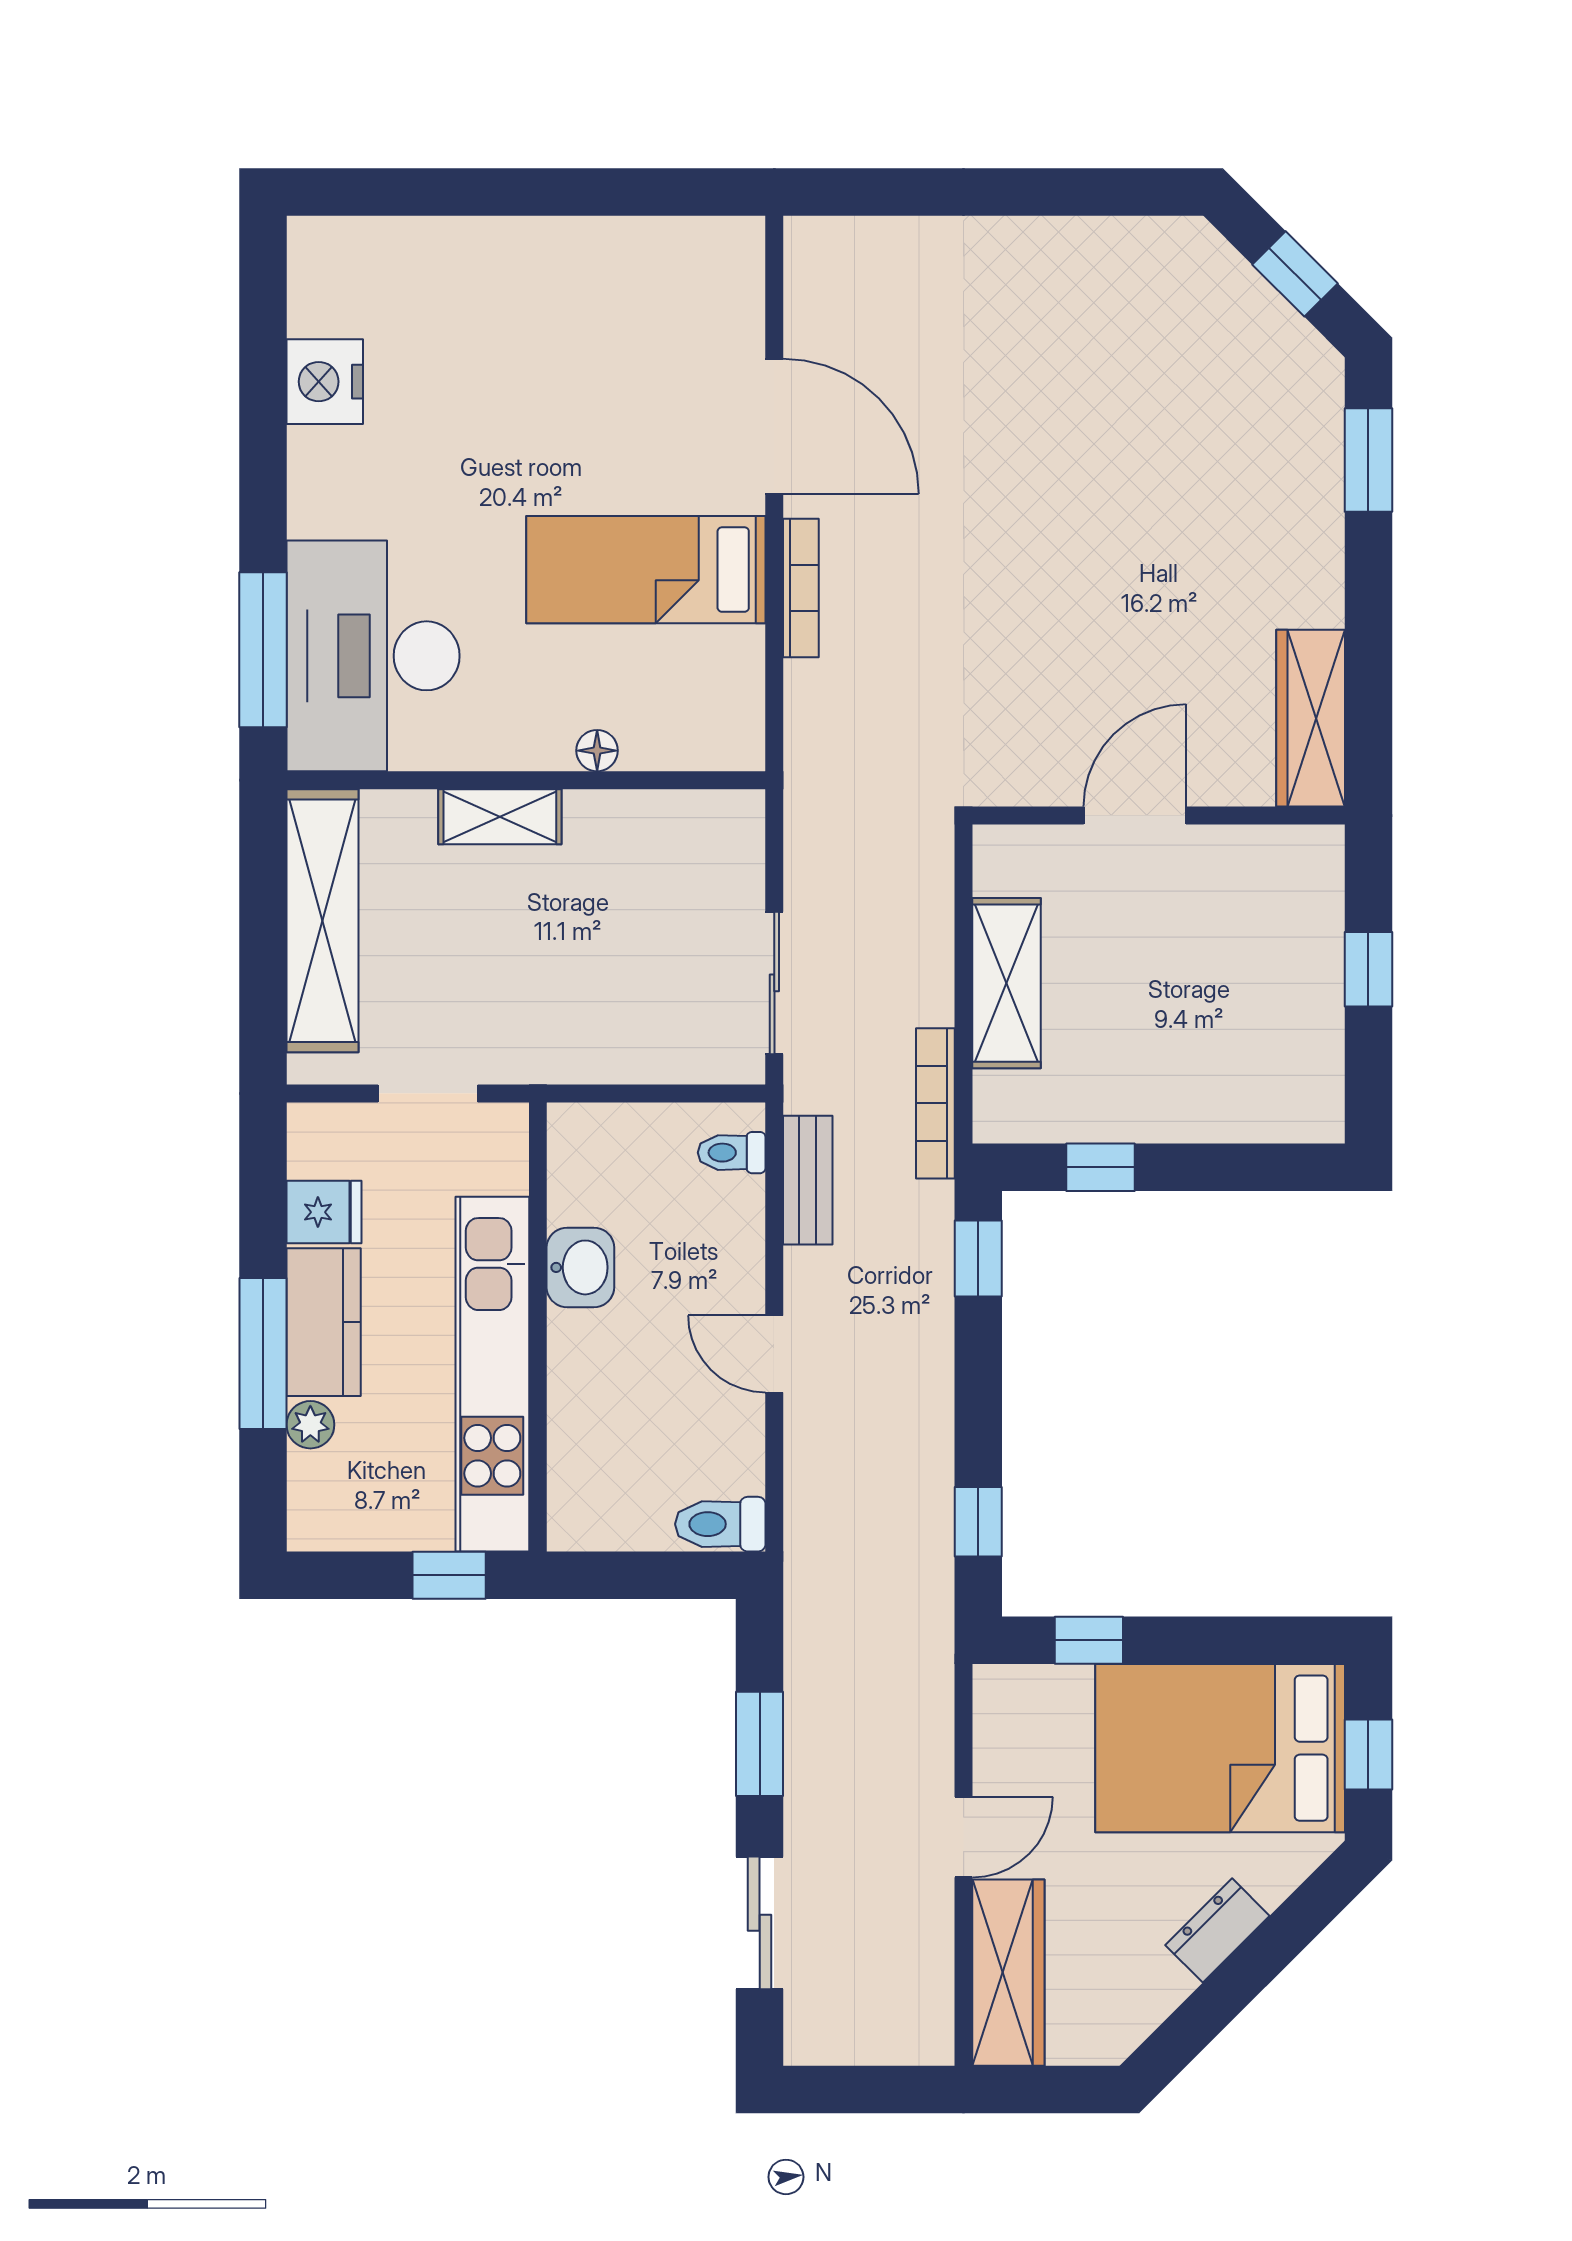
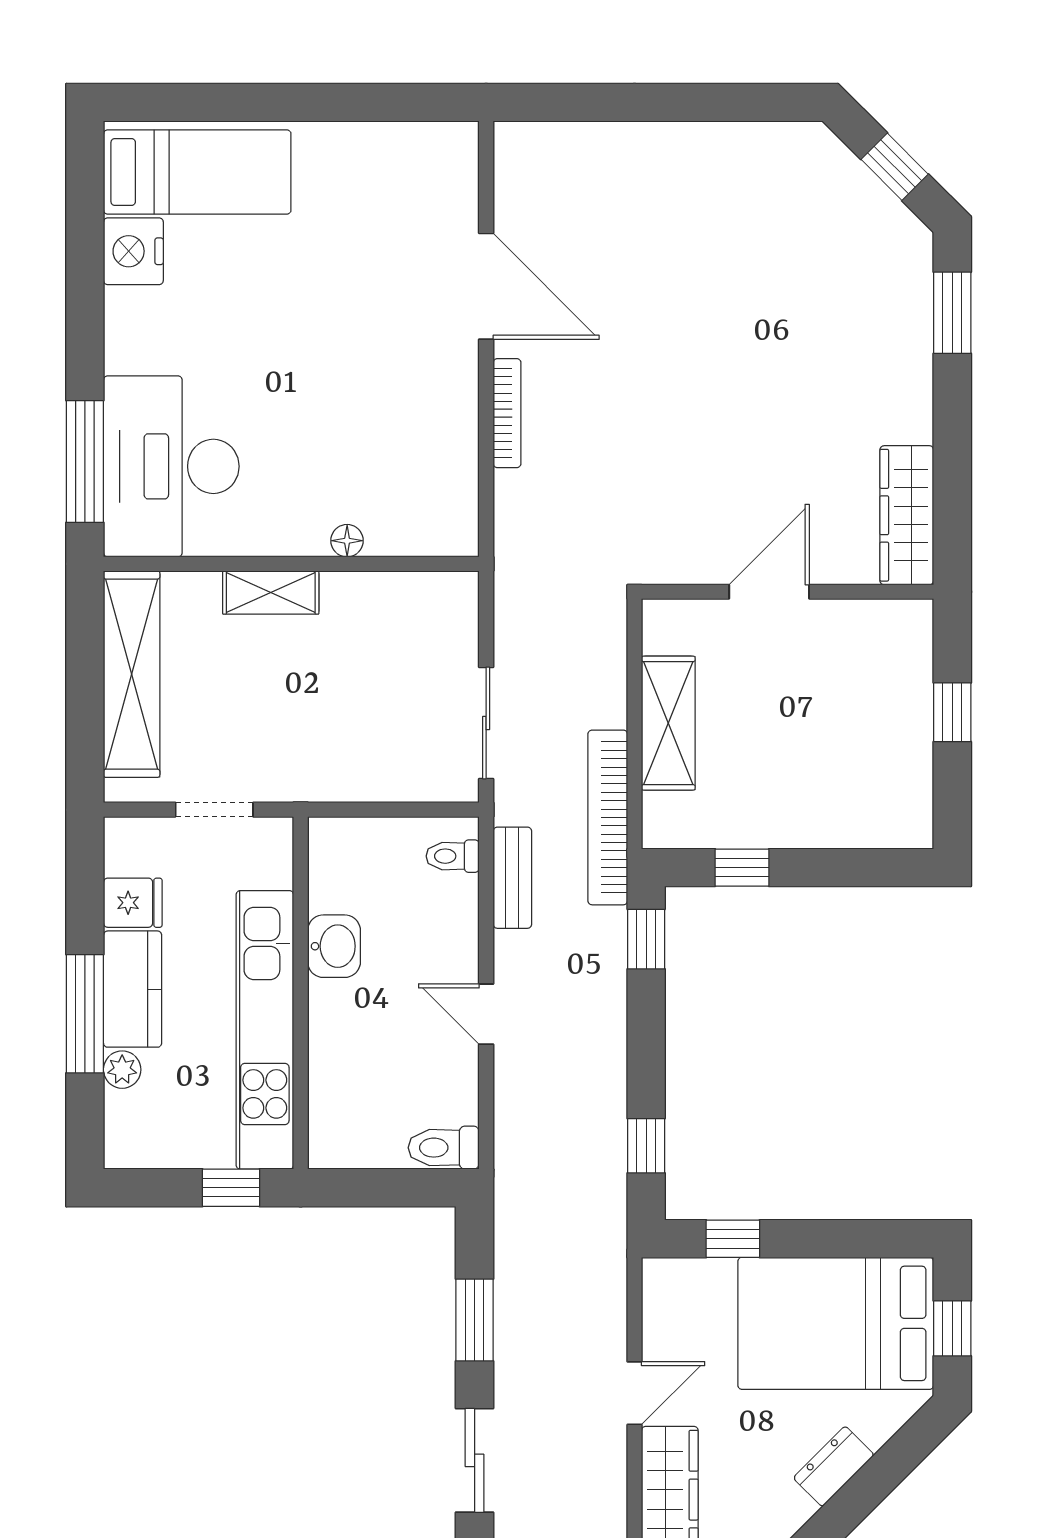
bed: (646, 570) -> (197, 172), moved, turned 180
bookcase: (935, 1103) -> (608, 817), width x1.48, depth x1.31

